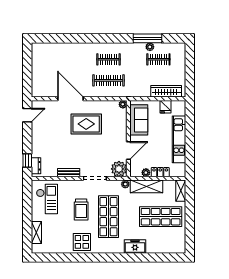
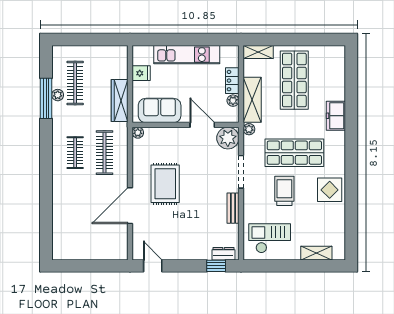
clothes rail: (158, 59) -> (75, 83), width x1.36
wardrobe: (166, 91) -> (120, 101), moved
trolley: (81, 209) -> (284, 191), turned -90

